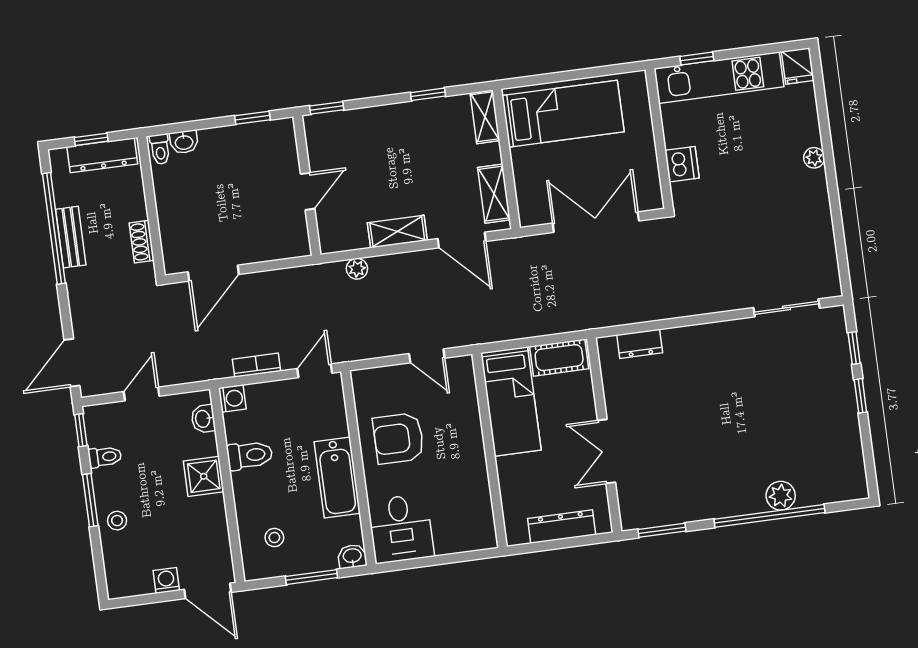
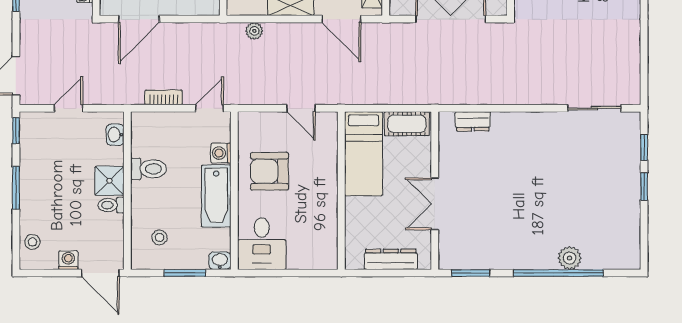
washing machine: (232, 398) -> (221, 153), moved, turned 180
toilet: (105, 457) -> (111, 205), moved, turned 180
stool: (117, 521) -> (32, 242), moved

